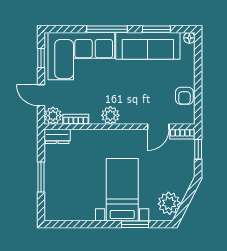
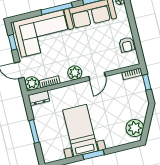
door: (158, 127) -> (97, 76), moved
bed with nightstands: (122, 190) -> (80, 130), moved
window: (135, 224) -> (94, 155), moved

